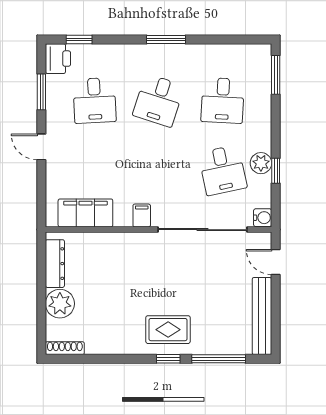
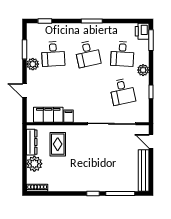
printer: (58, 59) -> (142, 31), moved, turned 180
desk: (159, 100) -> (88, 54), turned -30
plant: (57, 119) -> (33, 64), added
door: (41, 147) -> (24, 91), moved
plant: (261, 163) -> (143, 70), moved
filing cabinet: (142, 216) -> (69, 116), moved
water cooler: (263, 218) -> (144, 117), removed
rug: (168, 330) -> (58, 144), moved, turned 90

